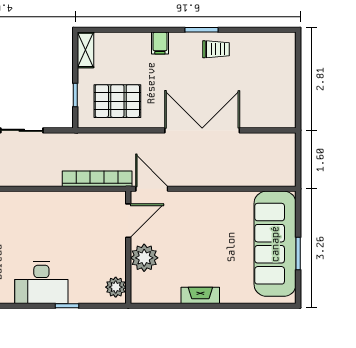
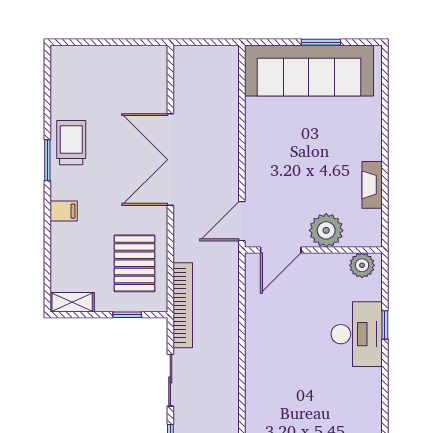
trolley: (216, 49) -> (71, 143), width x1.36, depth x1.39
bookcase: (97, 179) -> (183, 305), moved, turned 180
door: (128, 221) -> (281, 250), swing flipped
desk: (41, 283) -> (357, 334), moved
fireplace: (200, 295) -> (372, 185), moved

